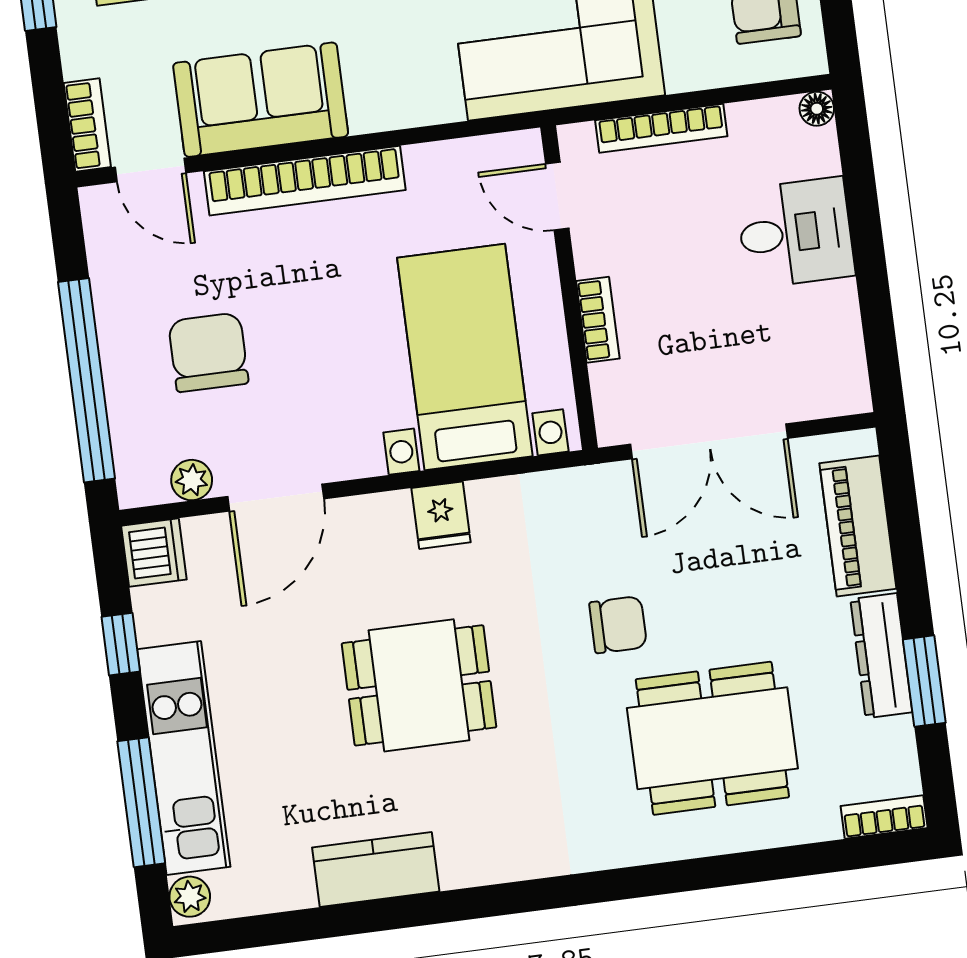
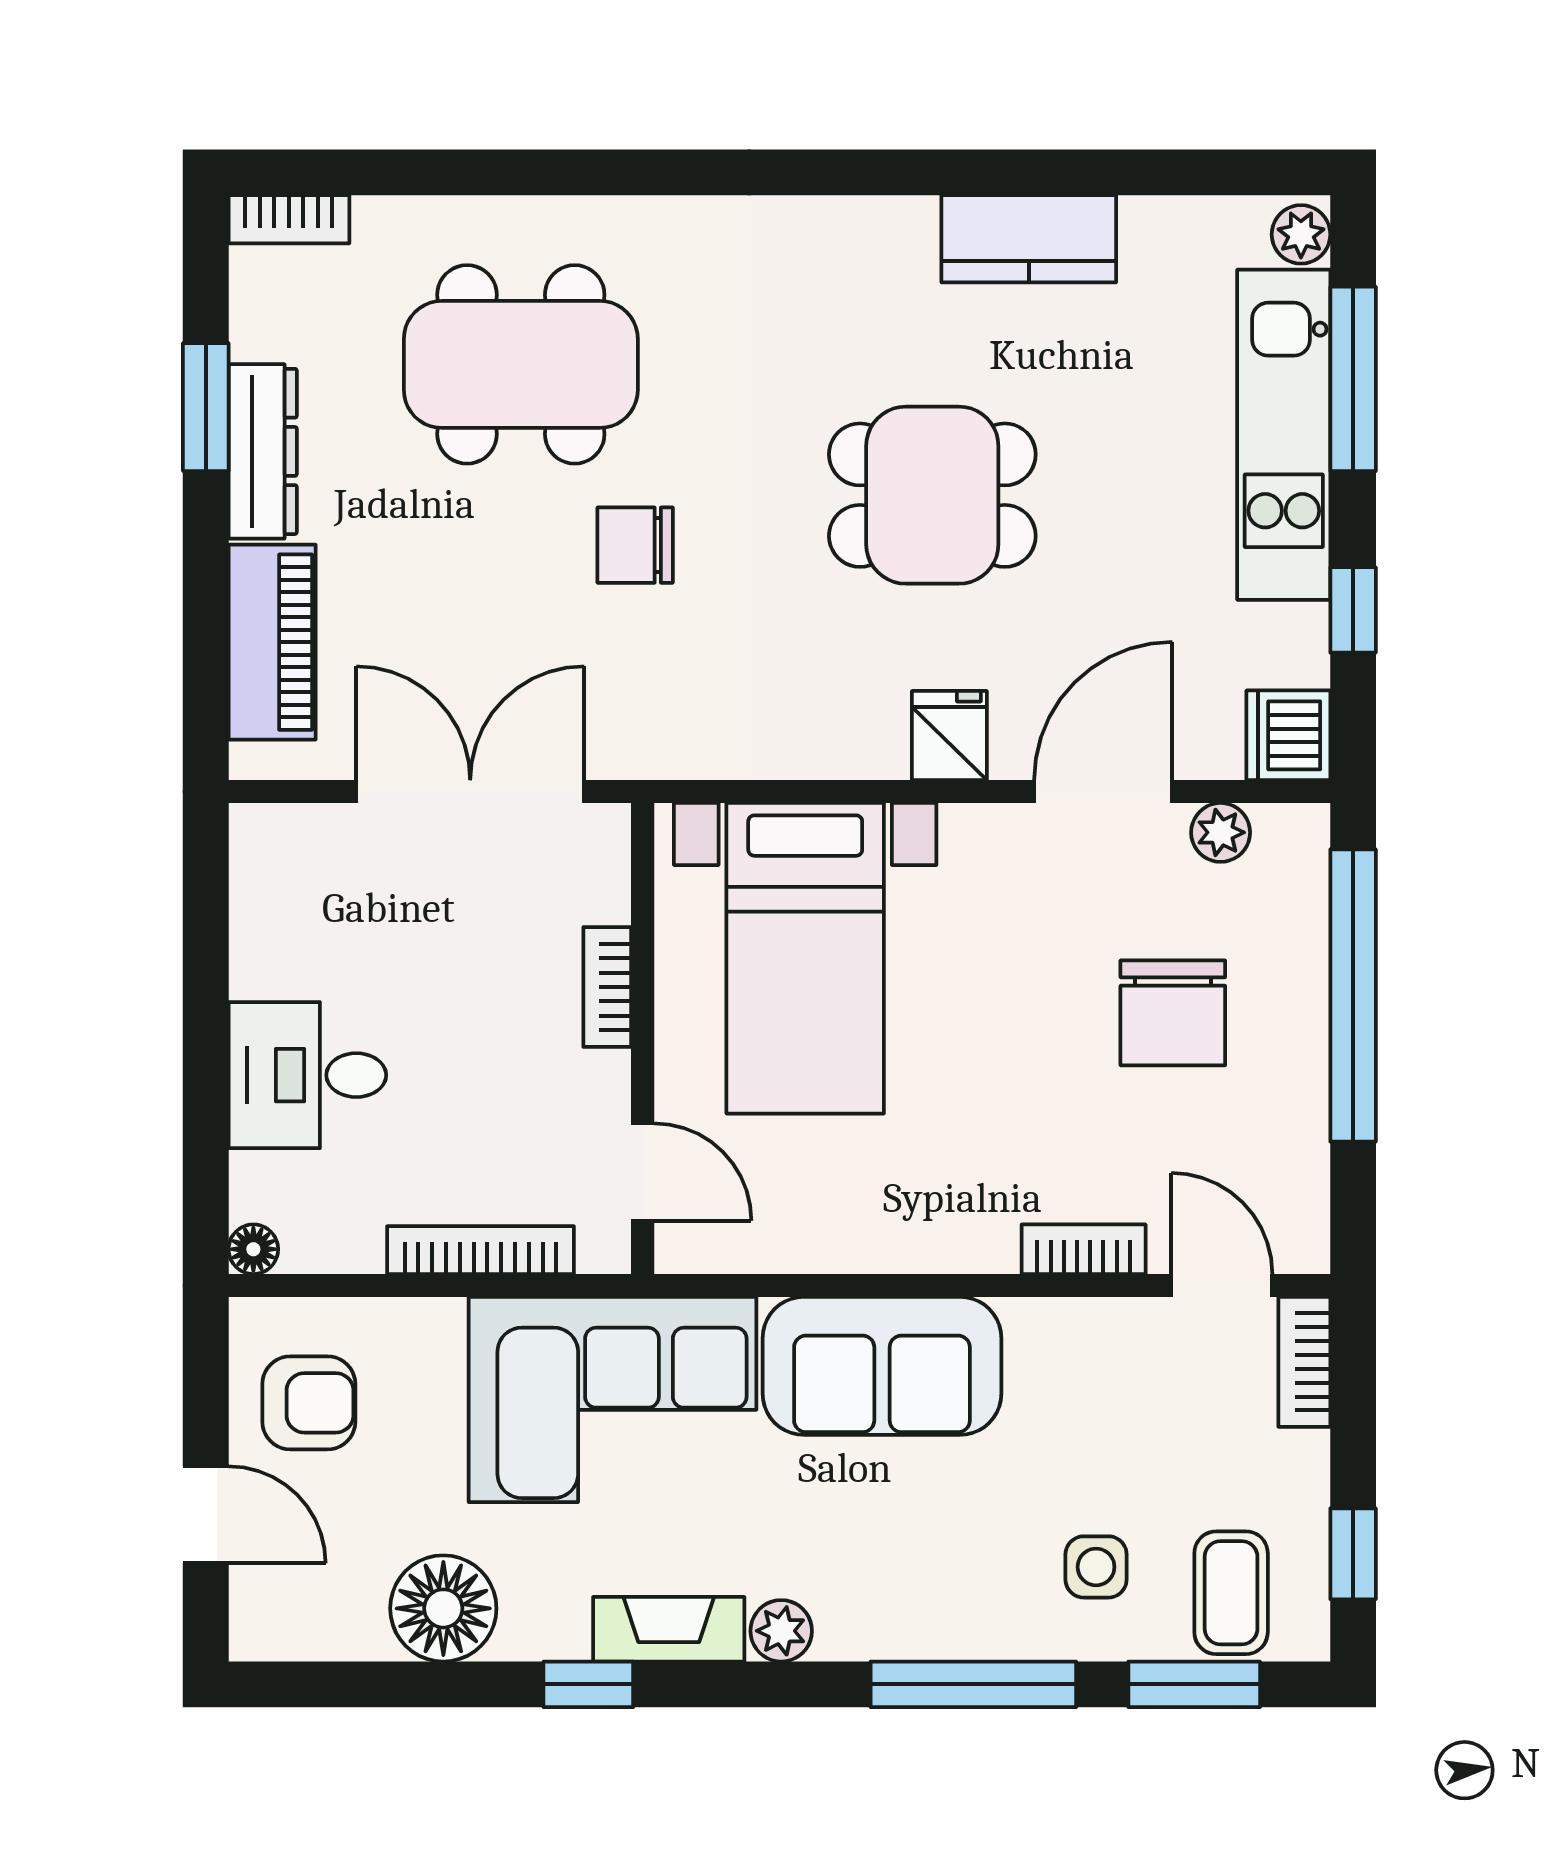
sofa: (261, 100) -> (882, 1366), moved
bookcase: (305, 181) -> (1084, 1249), width x0.43, depth x0.76
fridge: (441, 515) -> (949, 736), moved

